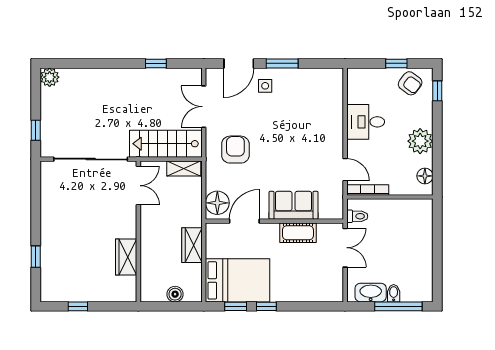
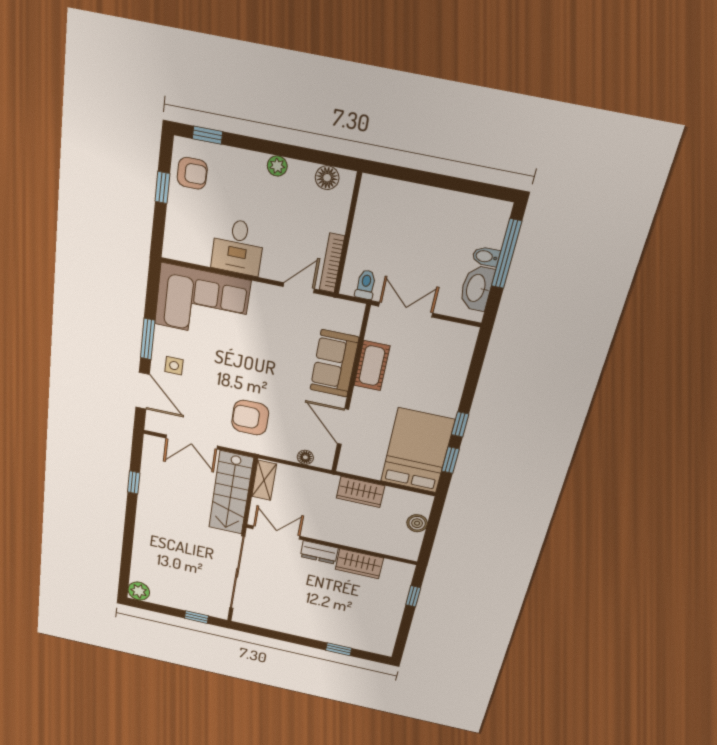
armchair: (410, 83) -> (192, 173), turned 53
corner sofa: (319, 101) -> (202, 302), added
plant: (420, 141) -> (277, 166), width x0.53, depth x0.53
floor lamp: (217, 203) -> (305, 457), width x0.53, depth x0.53
dresser: (128, 223) -> (319, 552), added
window: (78, 306) -> (413, 596), moved

